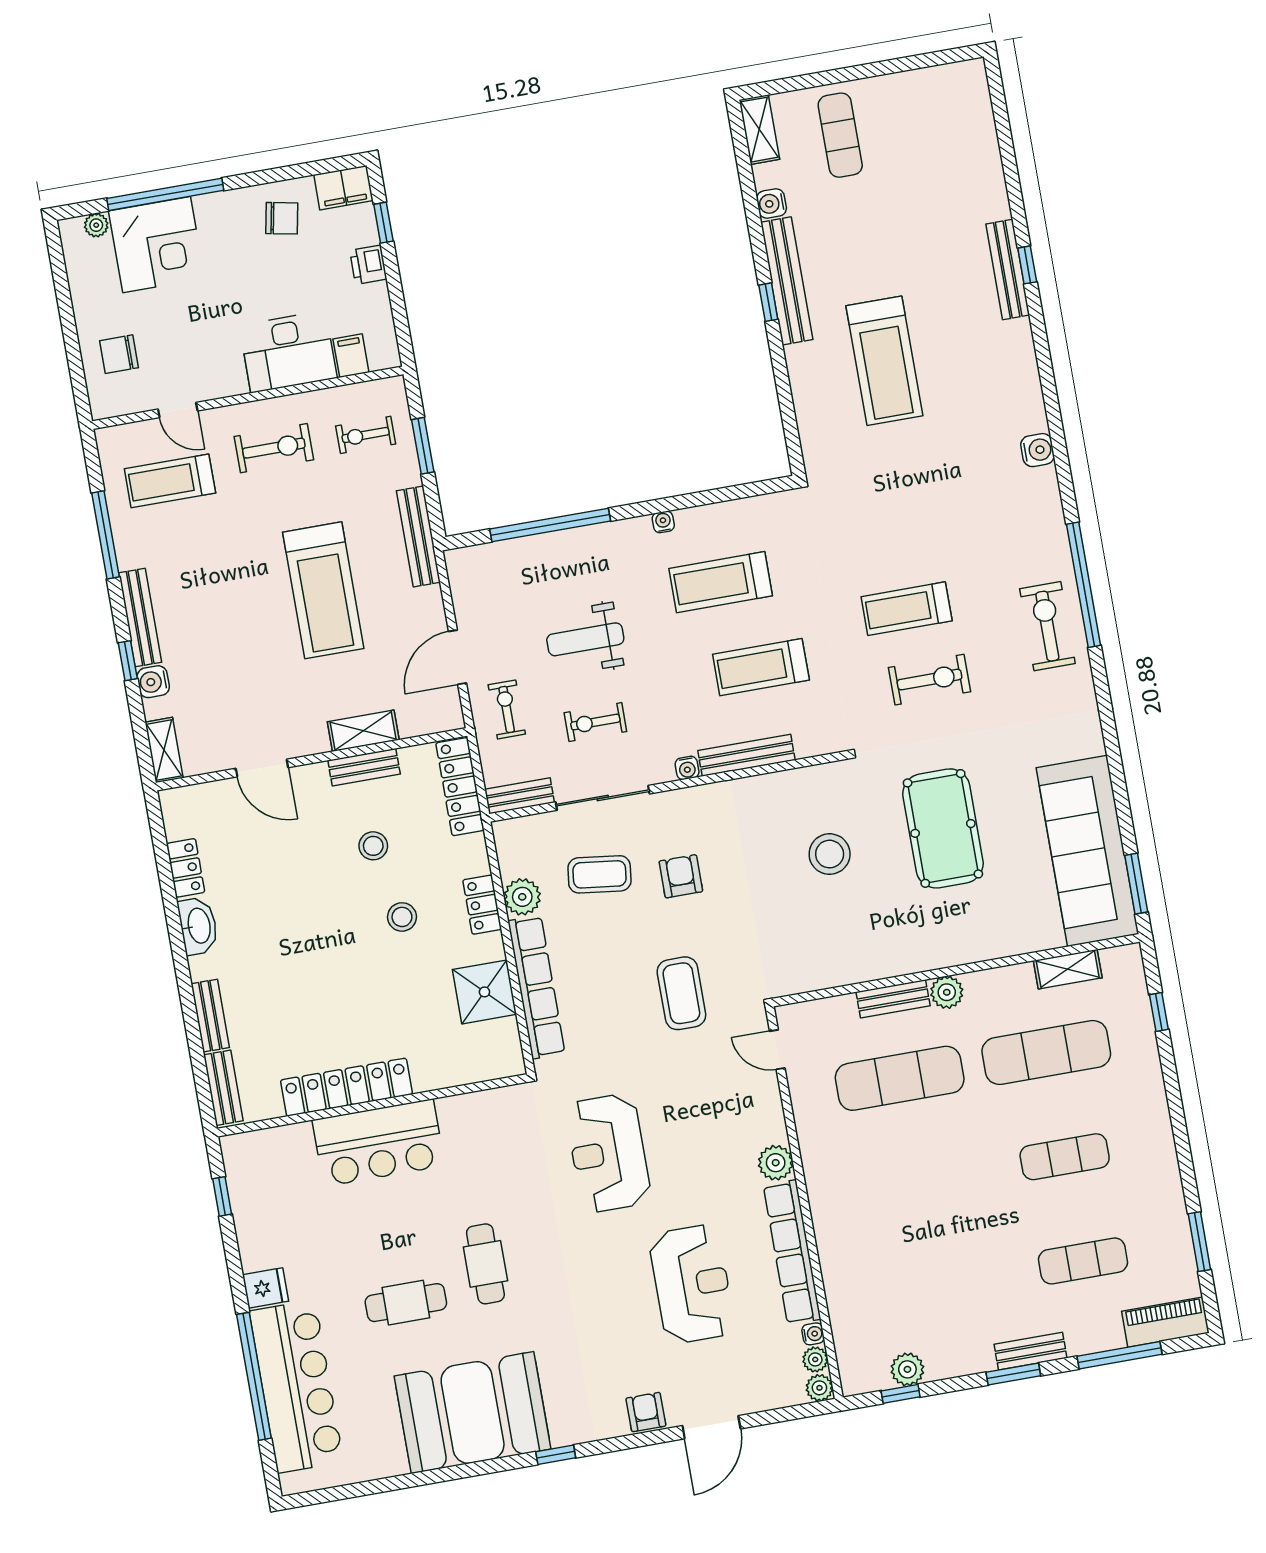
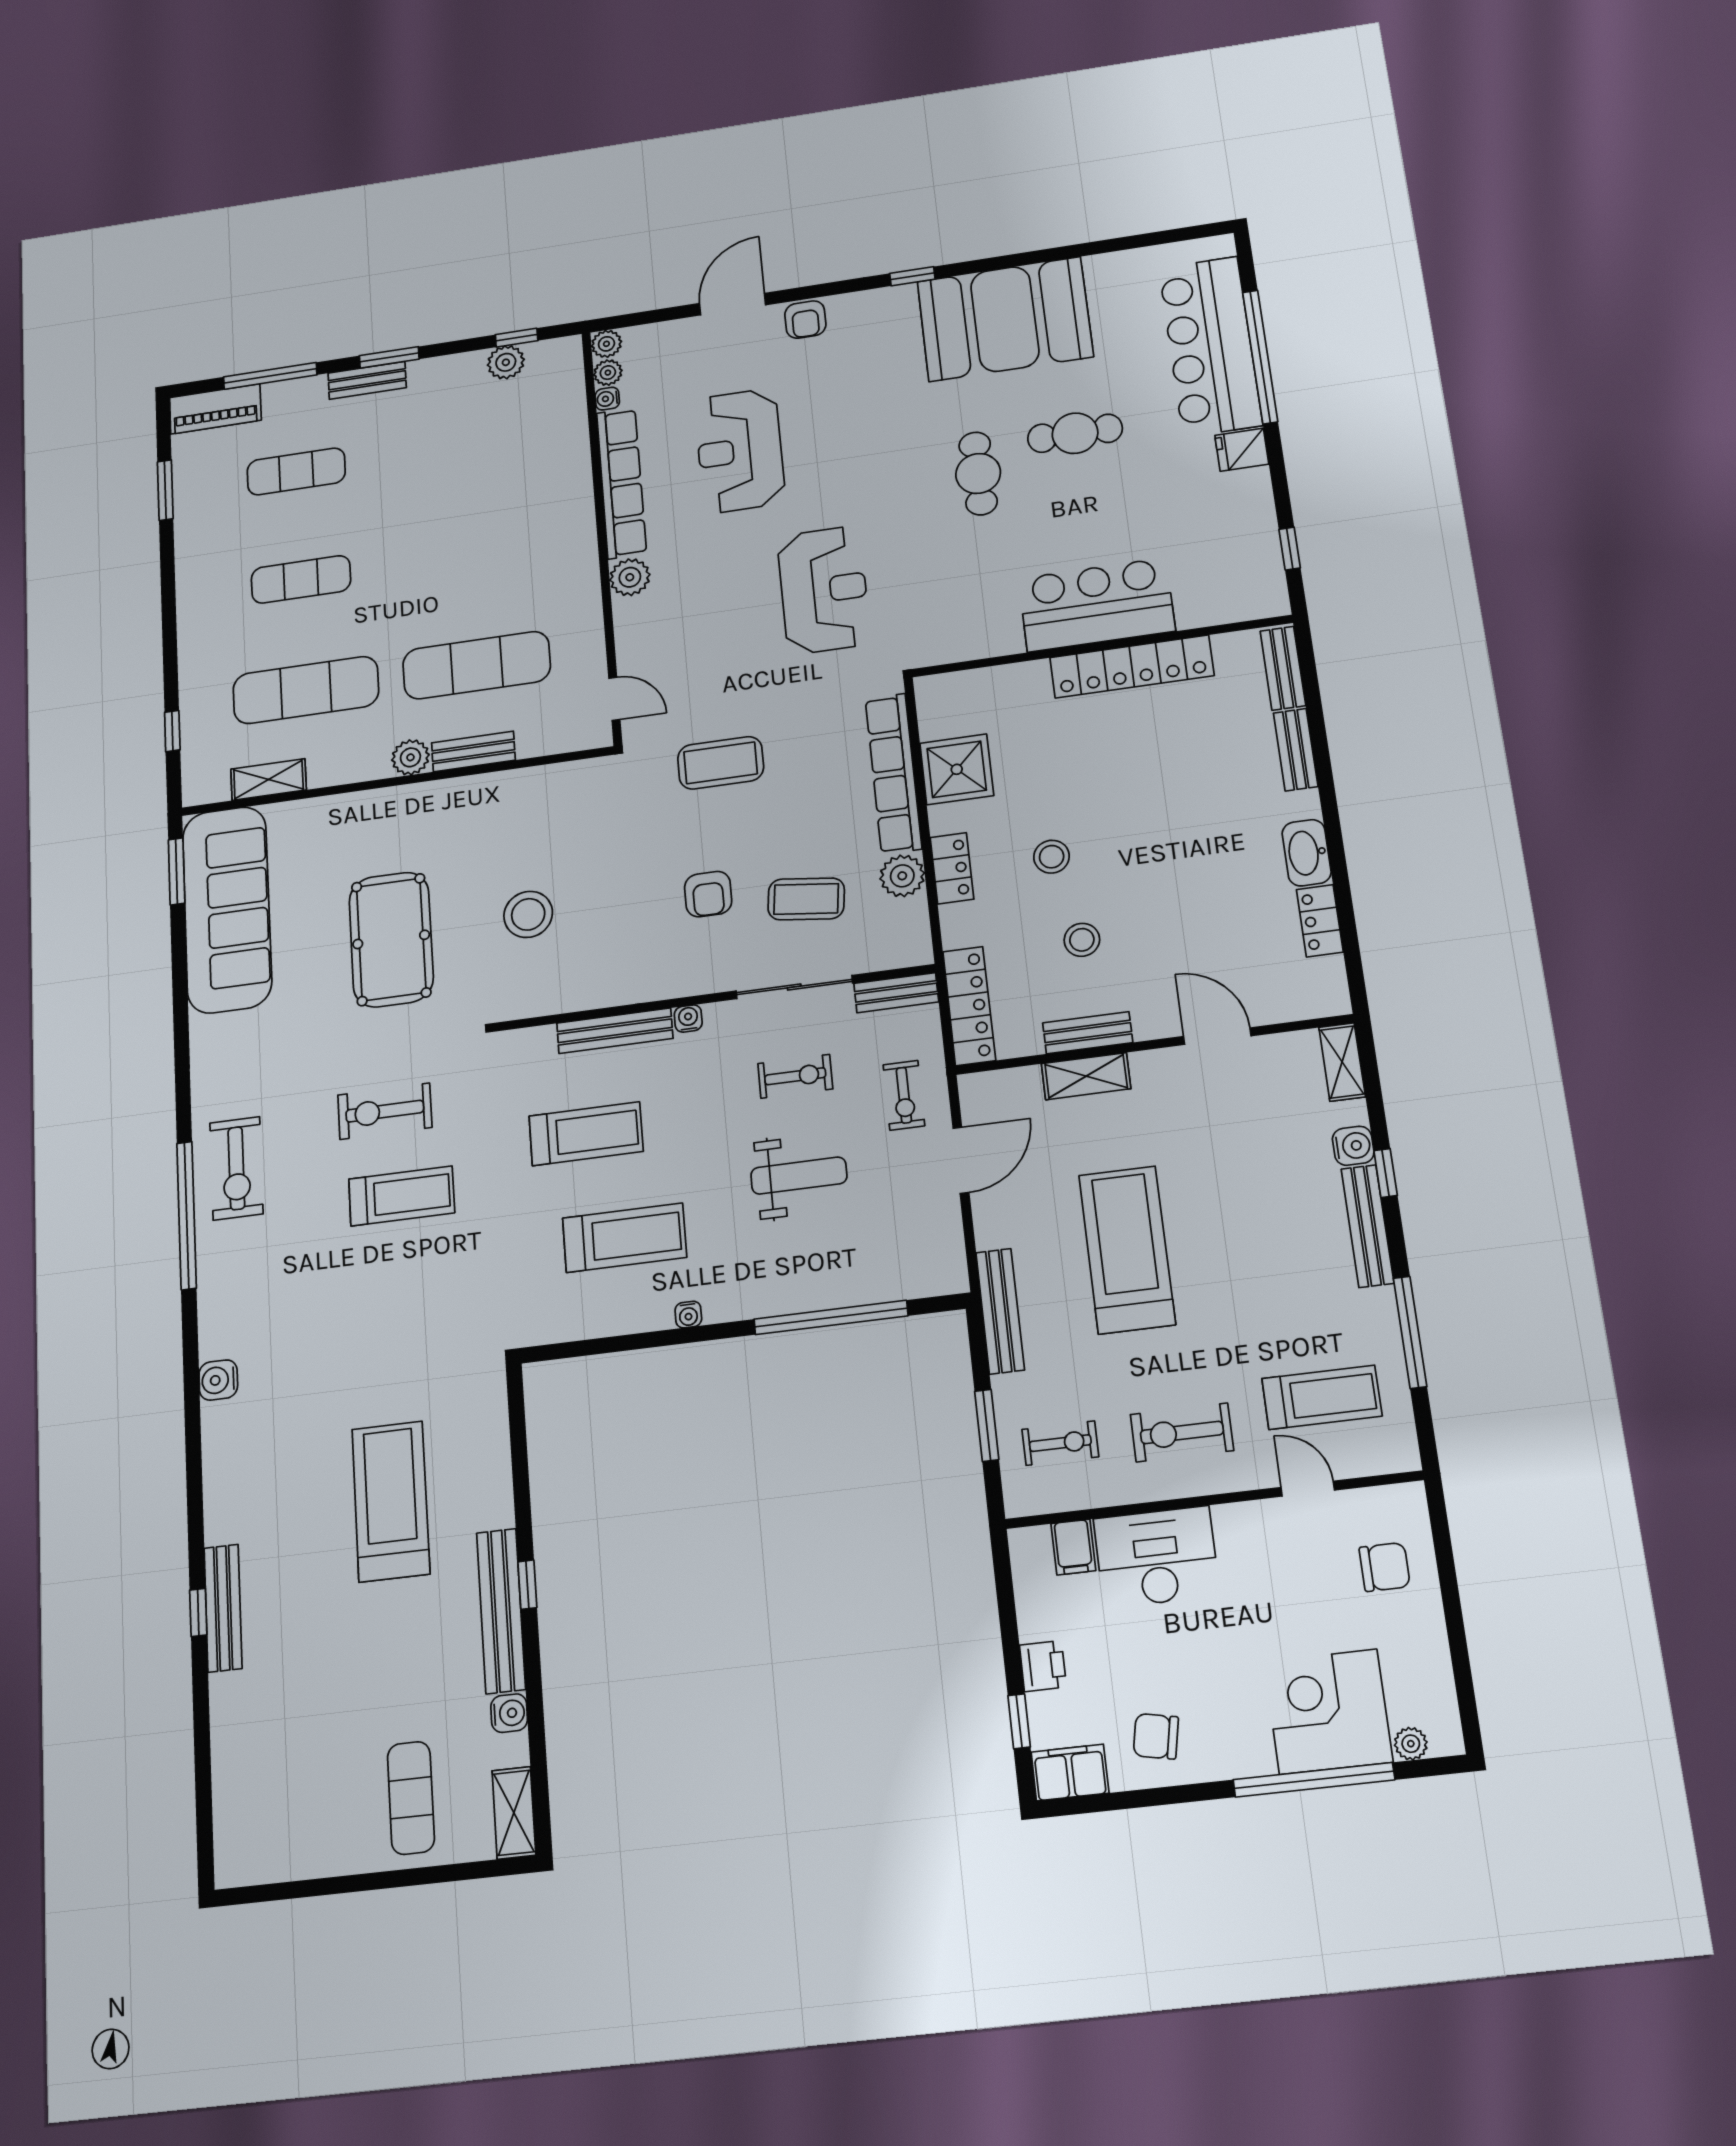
coffee table: (681, 993) -> (721, 763), turned 90

